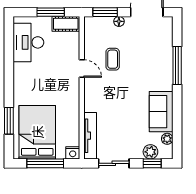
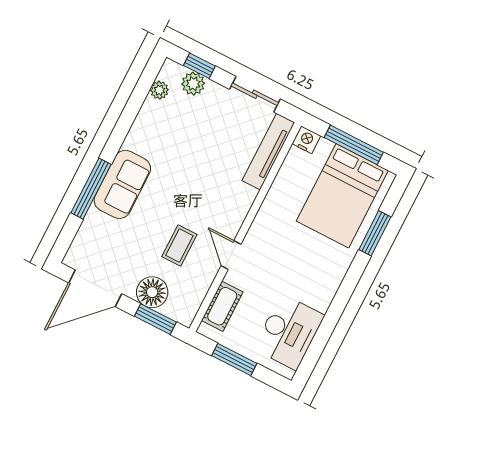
floor lamp: (119, 21) -> (152, 292), width x1.89, depth x1.89
cot: (66, 24) -> (222, 306), moved, turned 90
sofa: (161, 112) -> (122, 184), moved

